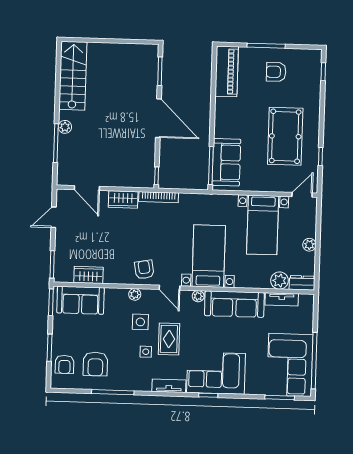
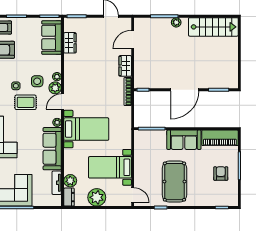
pool table: (285, 136) -> (174, 182), turned 90
sofa: (226, 162) -> (184, 140), moved
plant: (309, 245) -> (97, 197), width x1.88, depth x1.88
armchair: (144, 270) -> (75, 83), removed
plant: (150, 297) -> (55, 88), added

